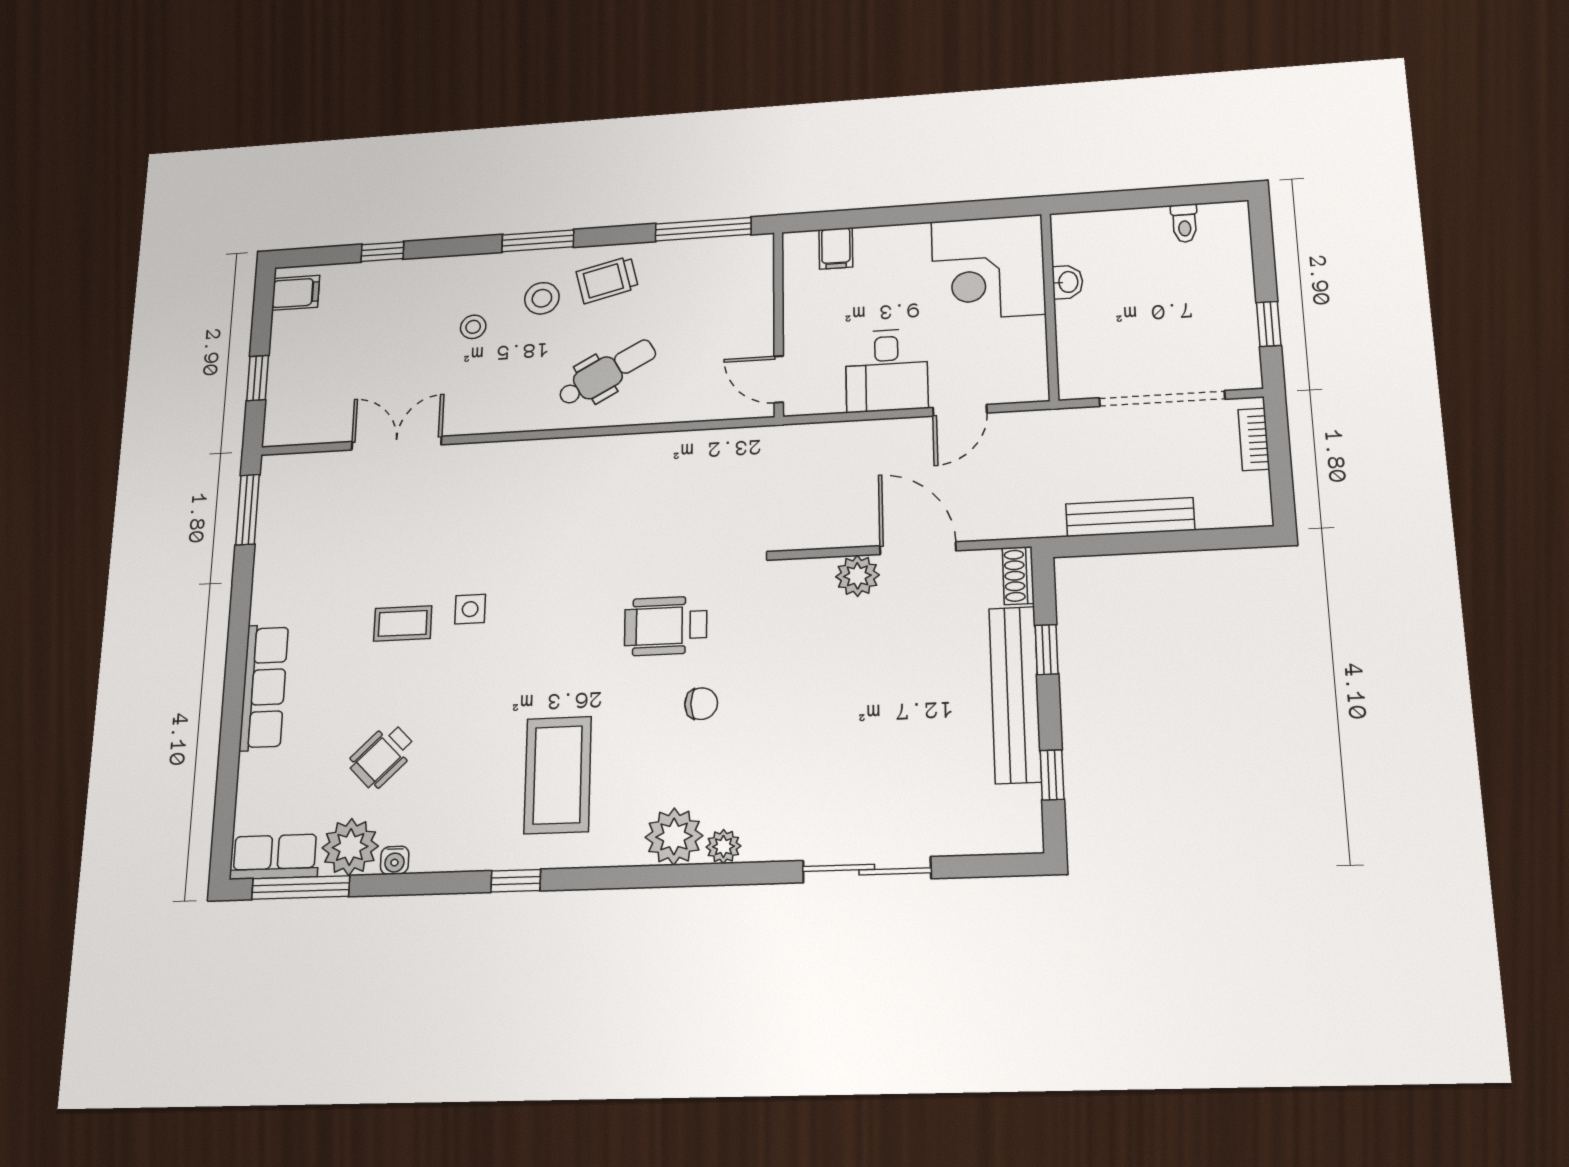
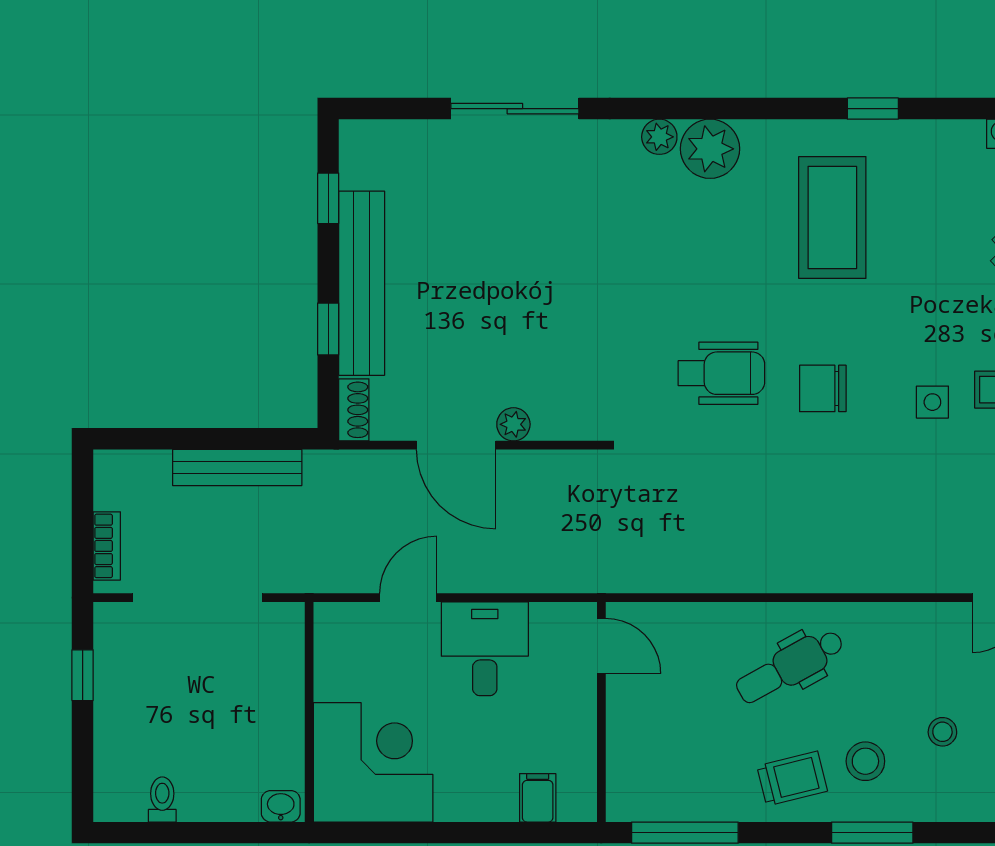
washbasin: (1067, 282) -> (281, 806), moved, turned 90
plant: (857, 576) -> (513, 424), width x0.73, depth x0.73
chair: (701, 704) -> (823, 388), moved, width x1.37, depth x1.37

